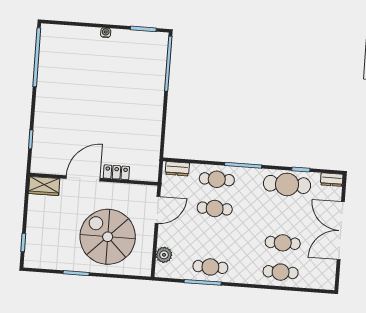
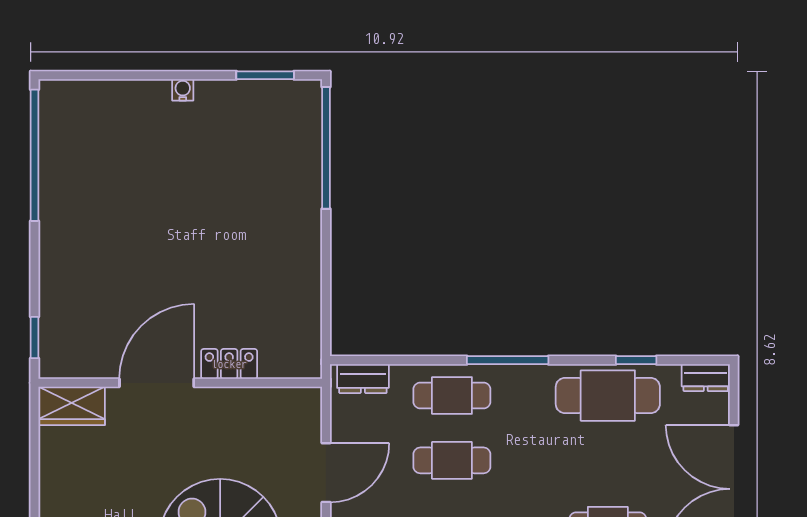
locker: (116, 172) -> (229, 364), moved
door: (83, 178) -> (157, 383), moved
wall: (94, 179) -> (180, 383), moved
wardrobe: (44, 186) -> (72, 406), moved

